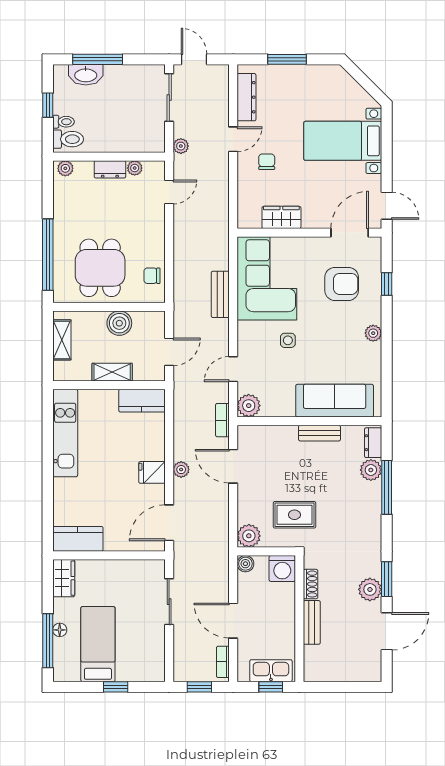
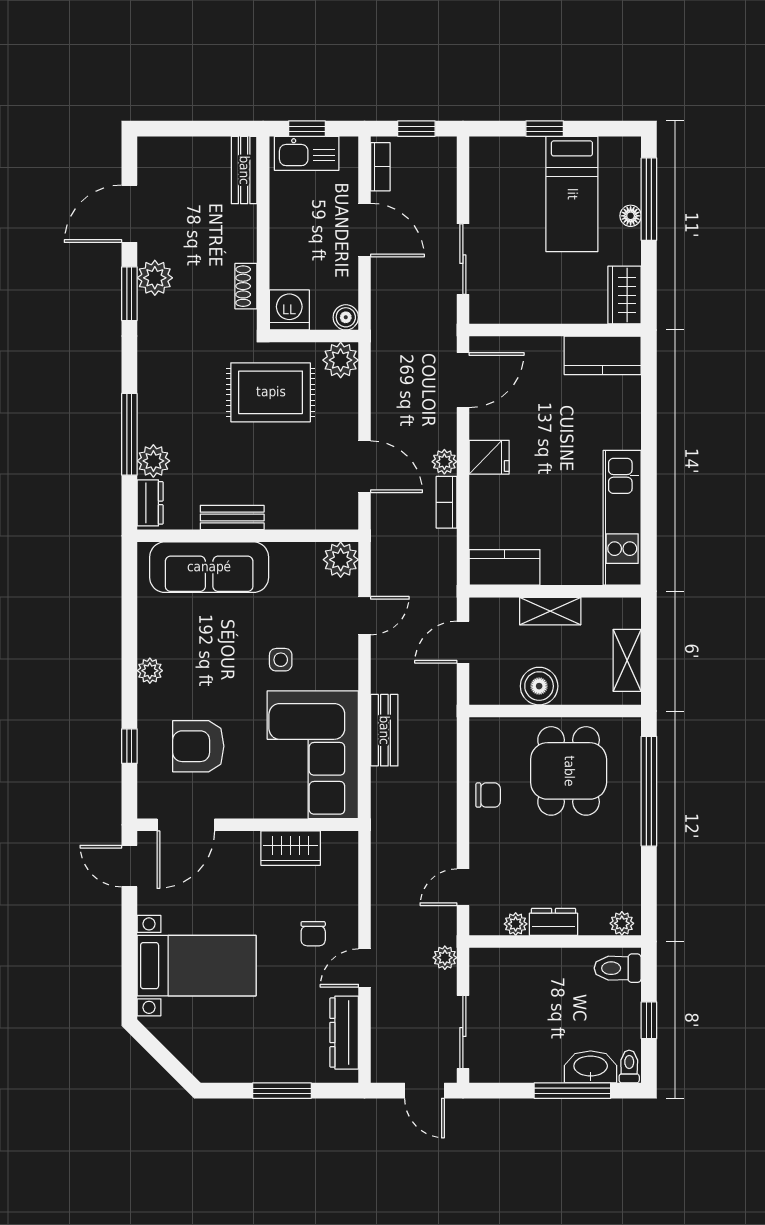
toilet: (63, 122) -> (629, 1067), moved, turned 90
chair: (152, 276) -> (488, 795), moved
bookcase: (222, 420) -> (446, 502), moved, turned 180
rug: (294, 515) -> (271, 392), width x1.36, depth x1.43
bench: (312, 622) -> (244, 170), moved

